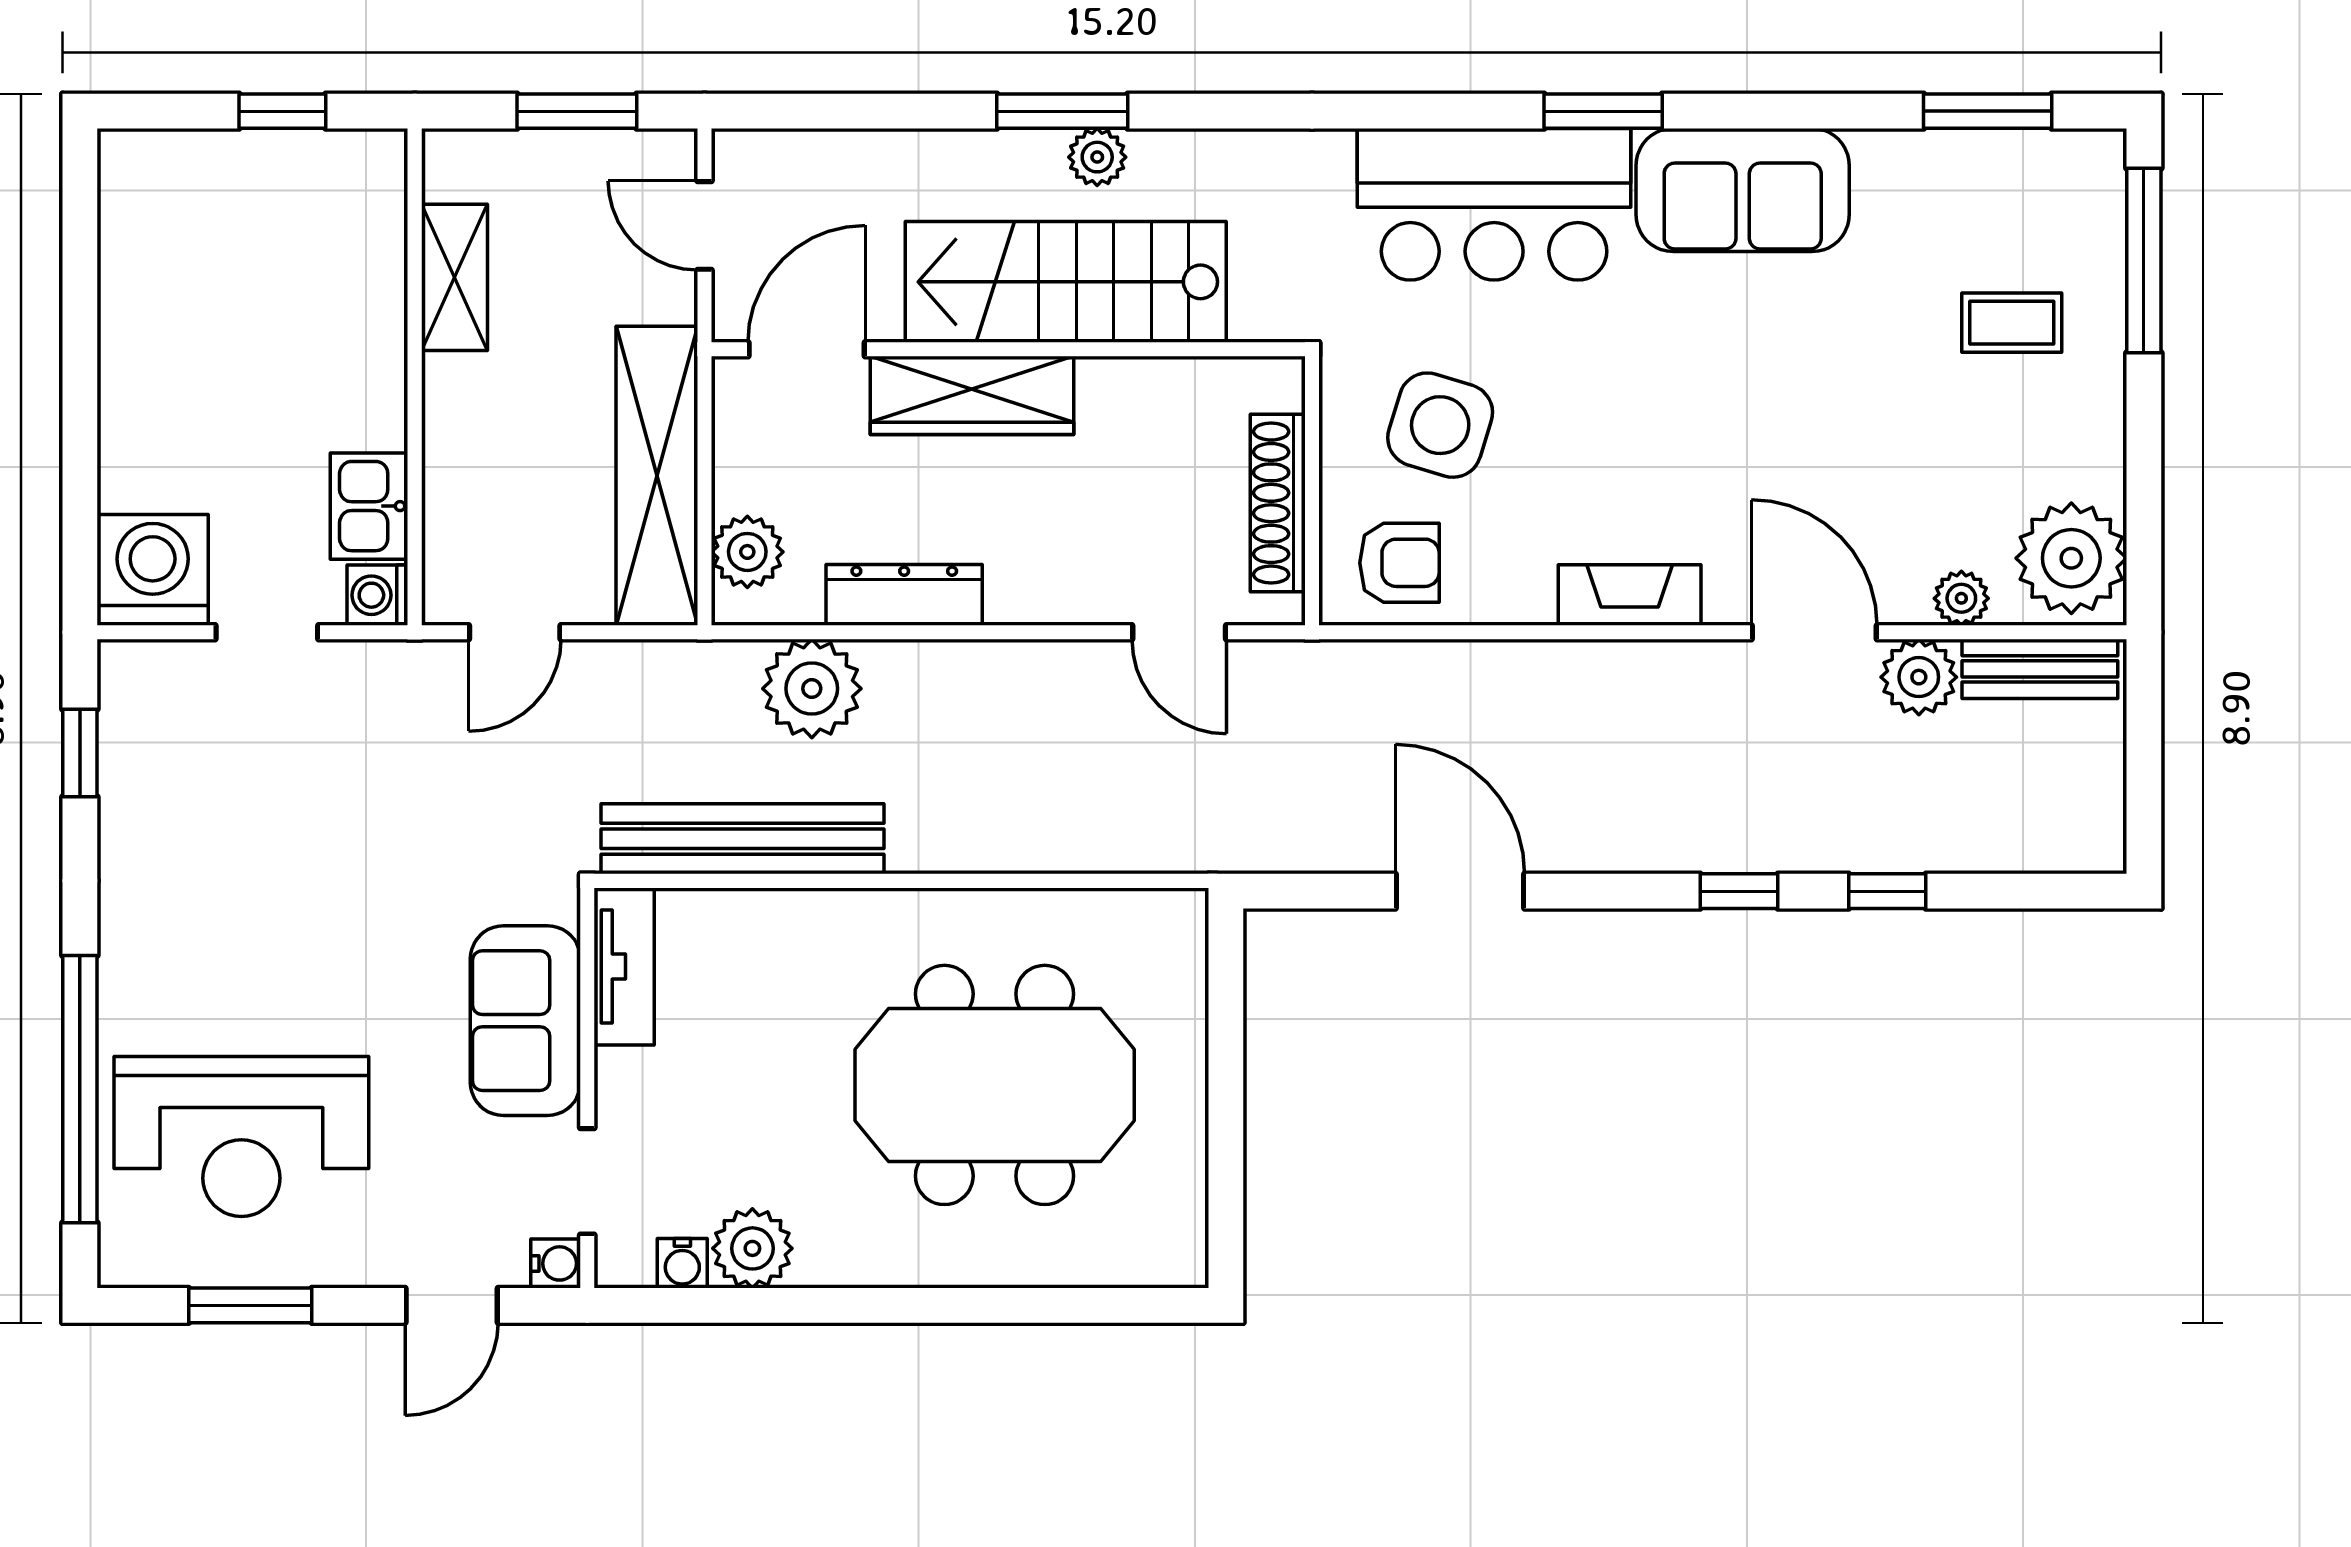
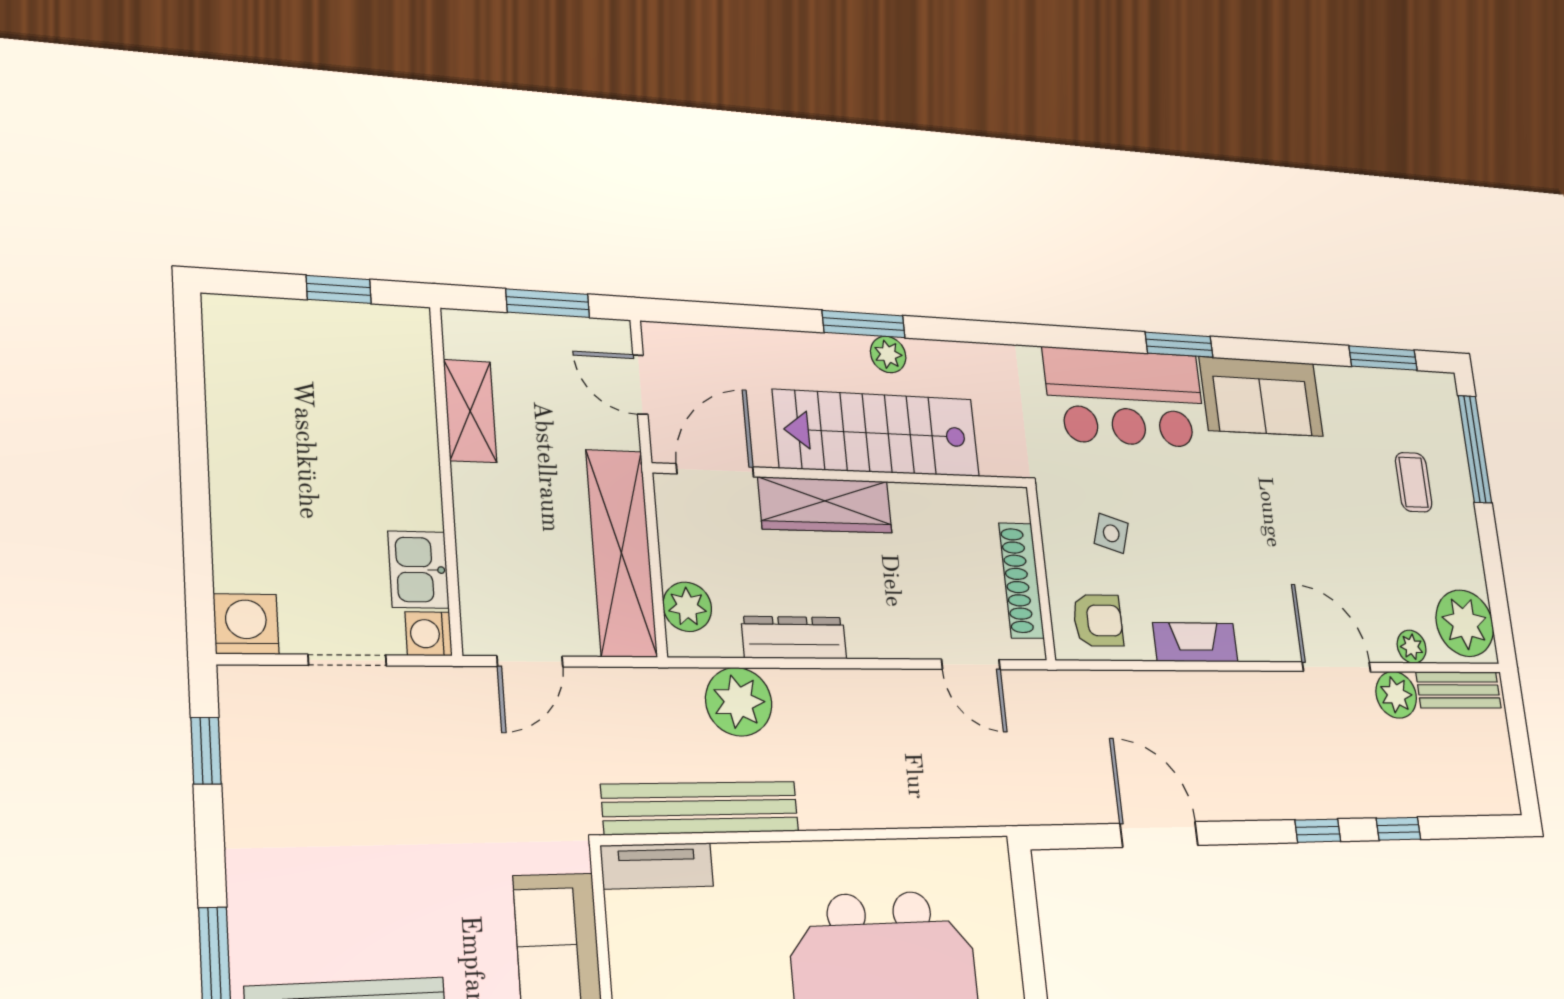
coffee table: (2012, 323) -> (1414, 482), turned 90
side table: (1440, 425) -> (1111, 533), width x0.54, depth x0.54
washing machine: (153, 570) -> (246, 624), width x0.73, depth x0.73
fireplace: (1630, 595) -> (1195, 642), moved
tv unit: (624, 966) -> (657, 866), moved, turned 90

